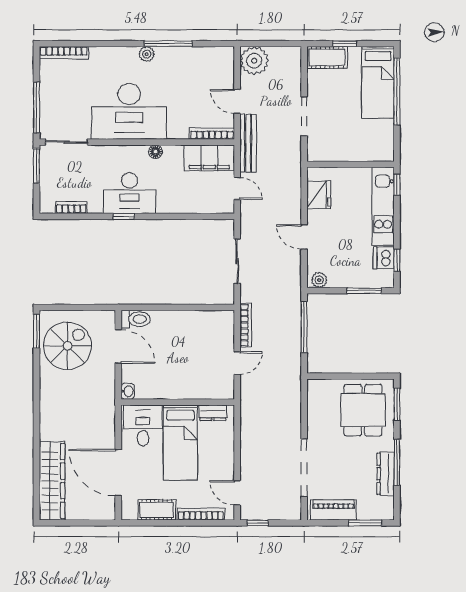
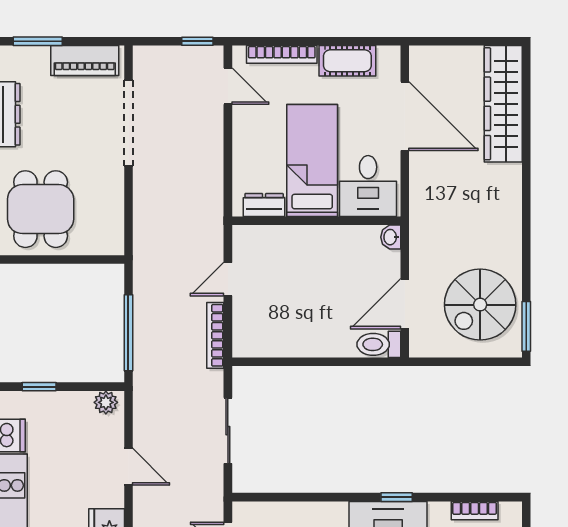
window: (364, 291) -> (39, 387), width x0.67
door: (118, 346) -> (405, 304), hinge flipped

